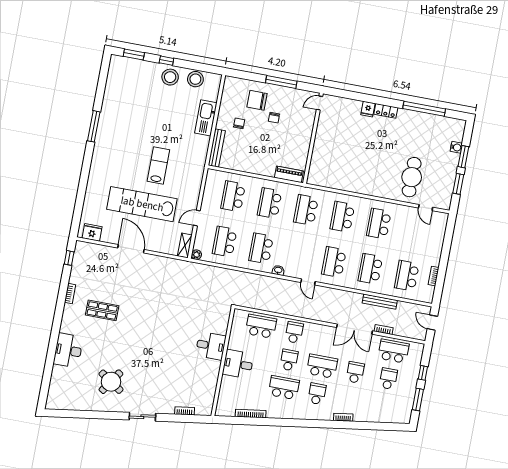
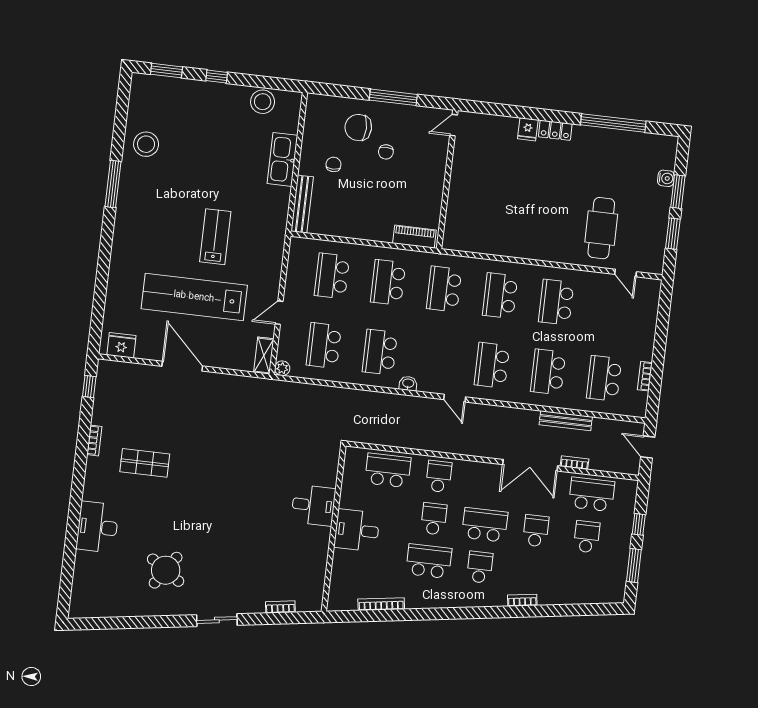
stool: (170, 77) -> (146, 144), moved

